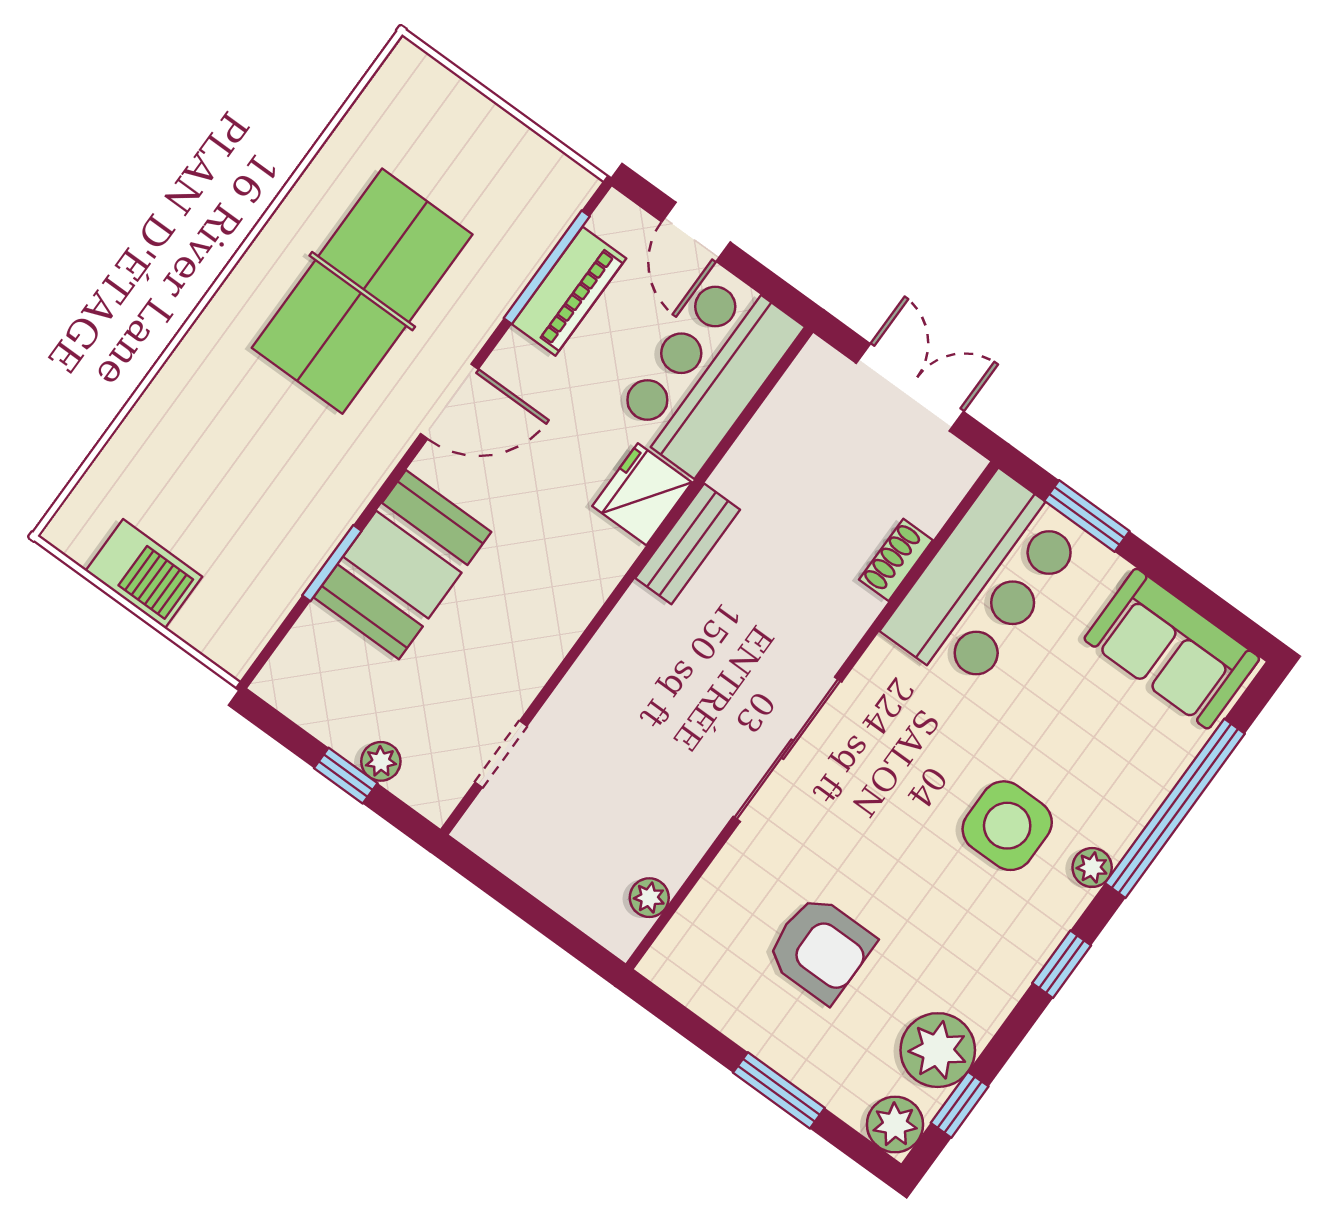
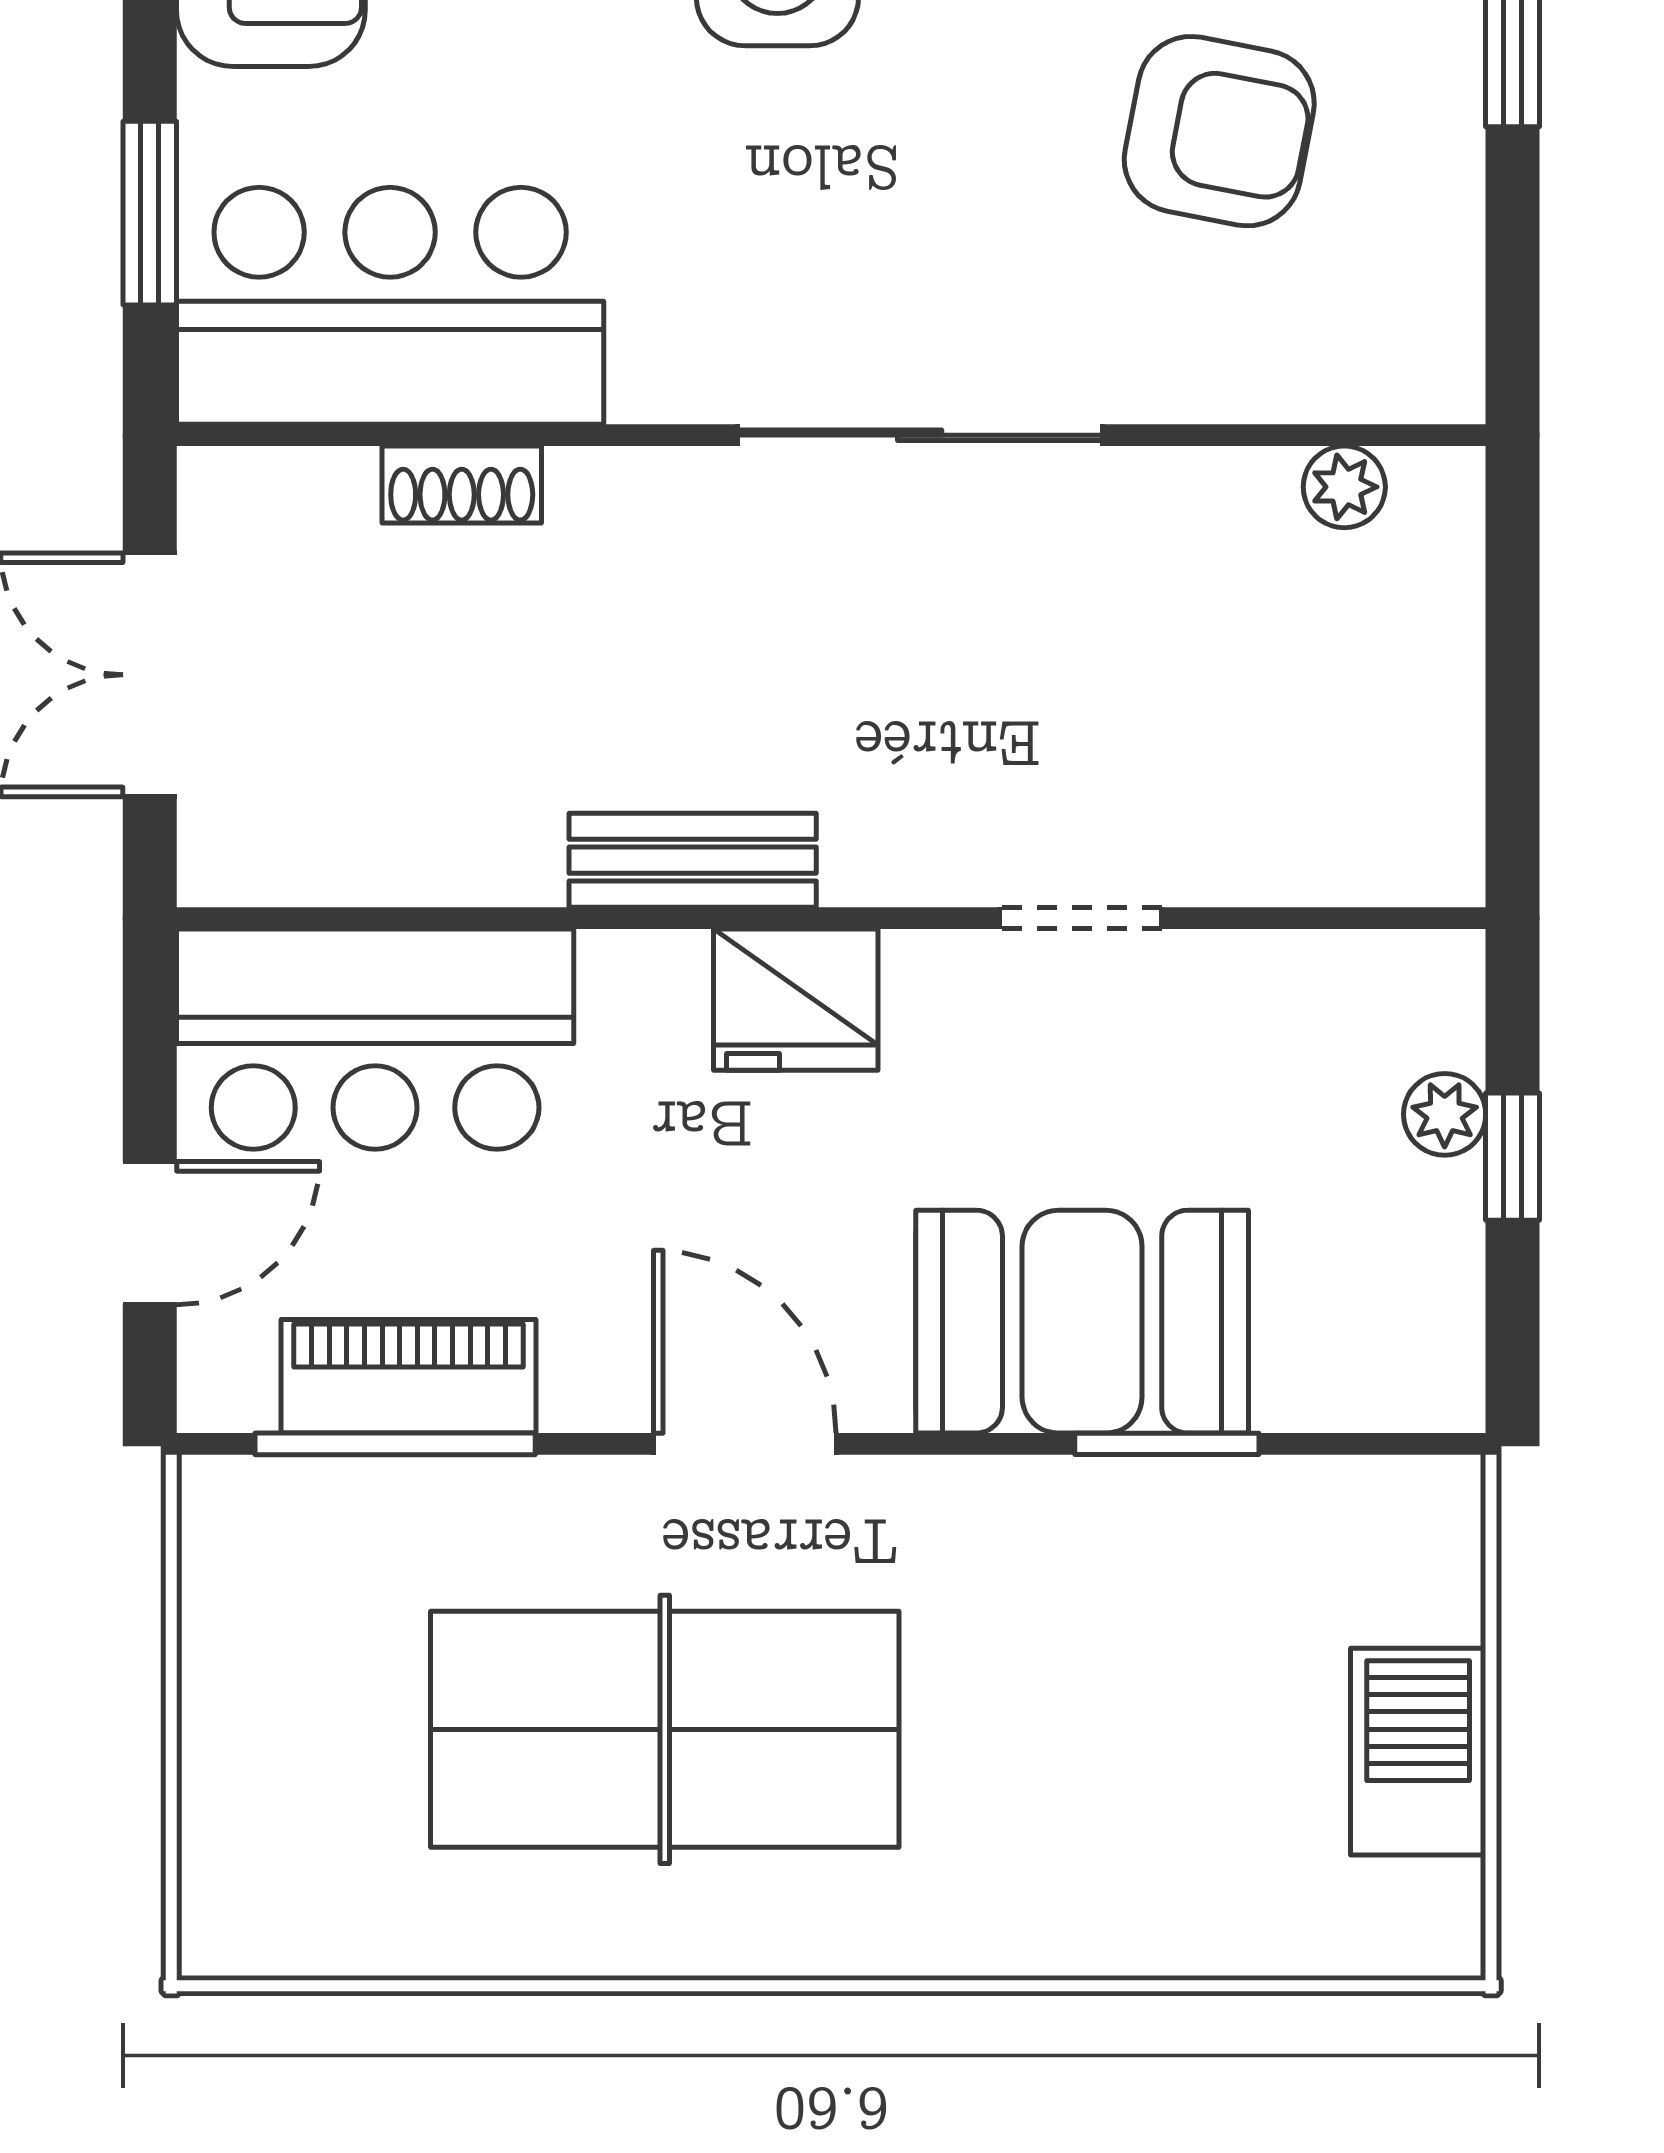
fridge: (642, 494) -> (796, 1000), moved
doorway: (501, 754) -> (1080, 918), moved
armchair: (820, 949) -> (1219, 131), turned 101

